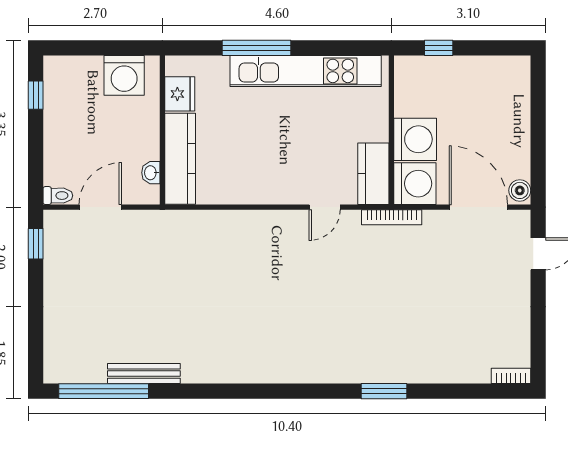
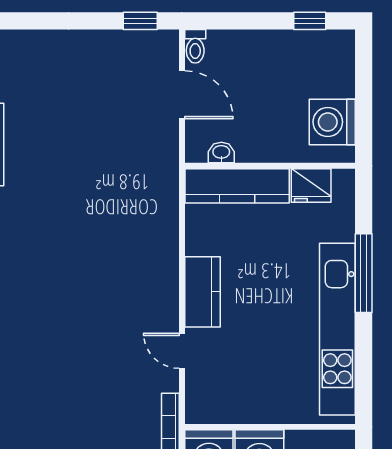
kitchen counter: (373, 174) -> (202, 292), moved, turned 90

